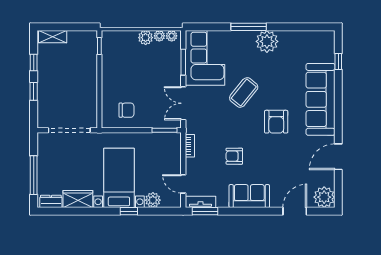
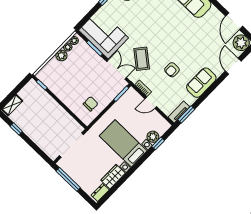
window: (34, 91) -> (32, 144), removed
coffee table: (244, 92) -> (142, 59), moved
double door: (183, 103) -> (117, 70), swing flipped
armchair: (276, 122) -> (175, 29), removed
door: (338, 157) -> (234, 21), moved
window: (34, 175) -> (68, 179), moved
door: (183, 184) -> (151, 103), moved
window: (129, 211) -> (158, 143), moved

